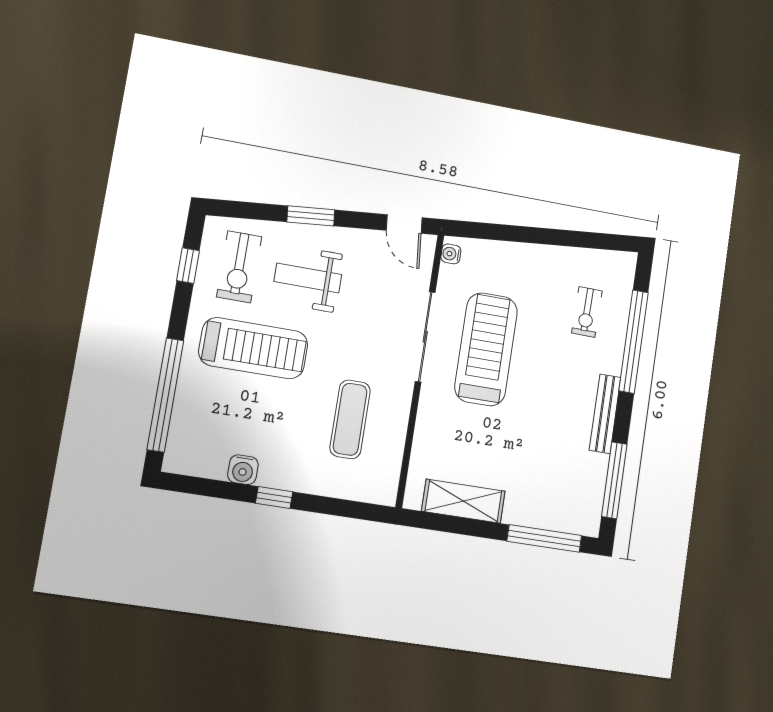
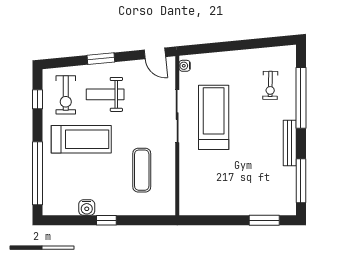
shelving: (463, 501) -> (214, 206), removed
window: (544, 538) -> (264, 220), width x0.69

